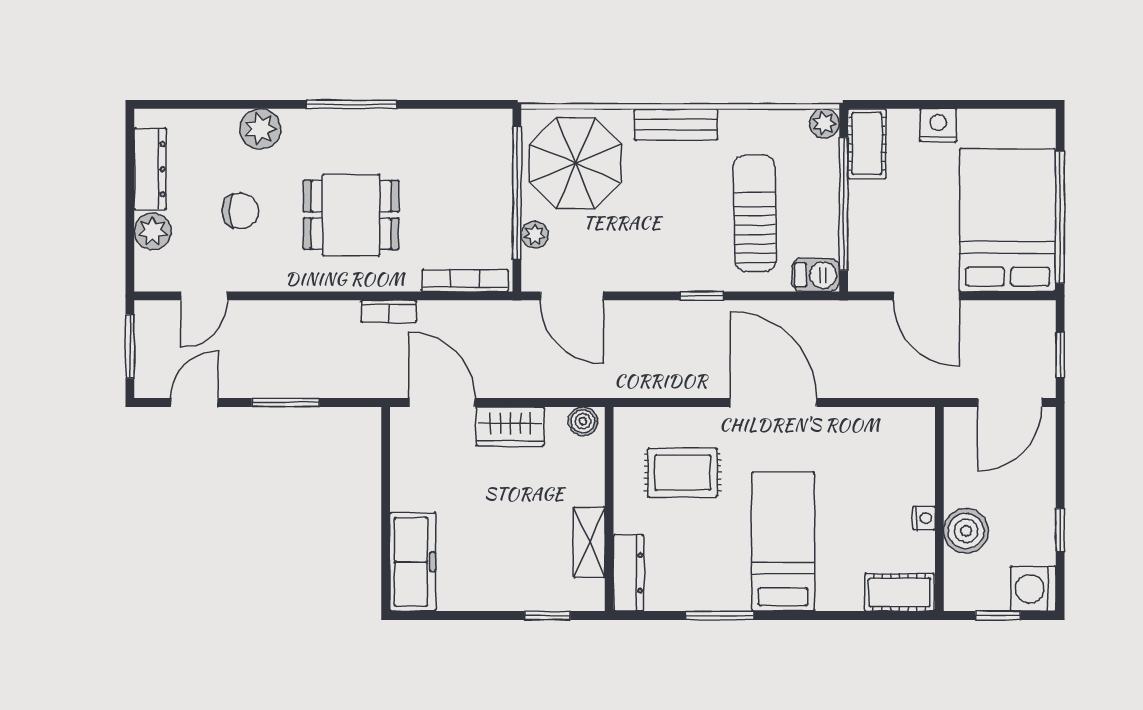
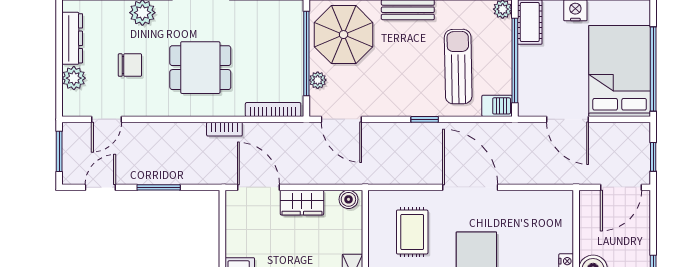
rug: (683, 472) -> (412, 232), turned 90

